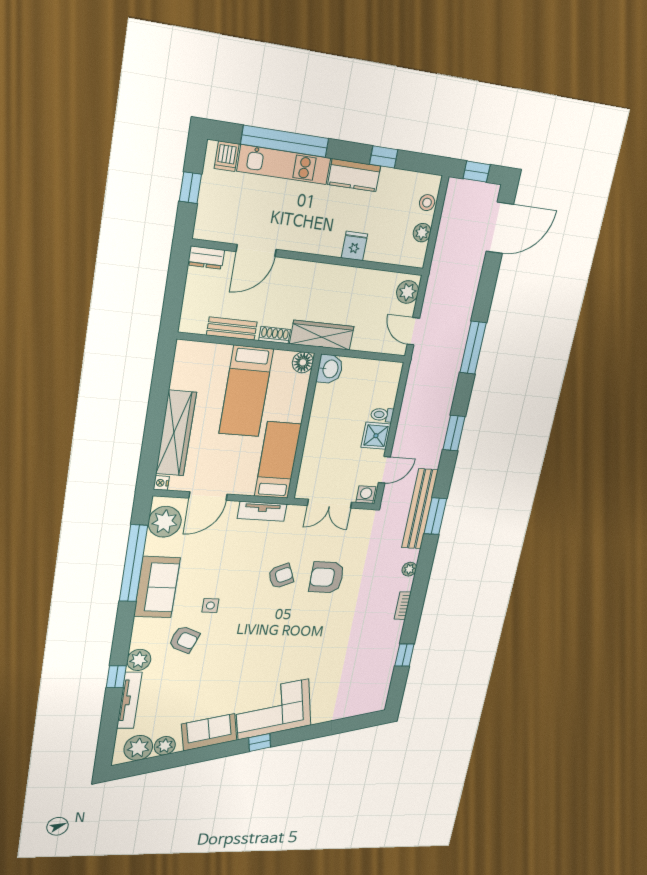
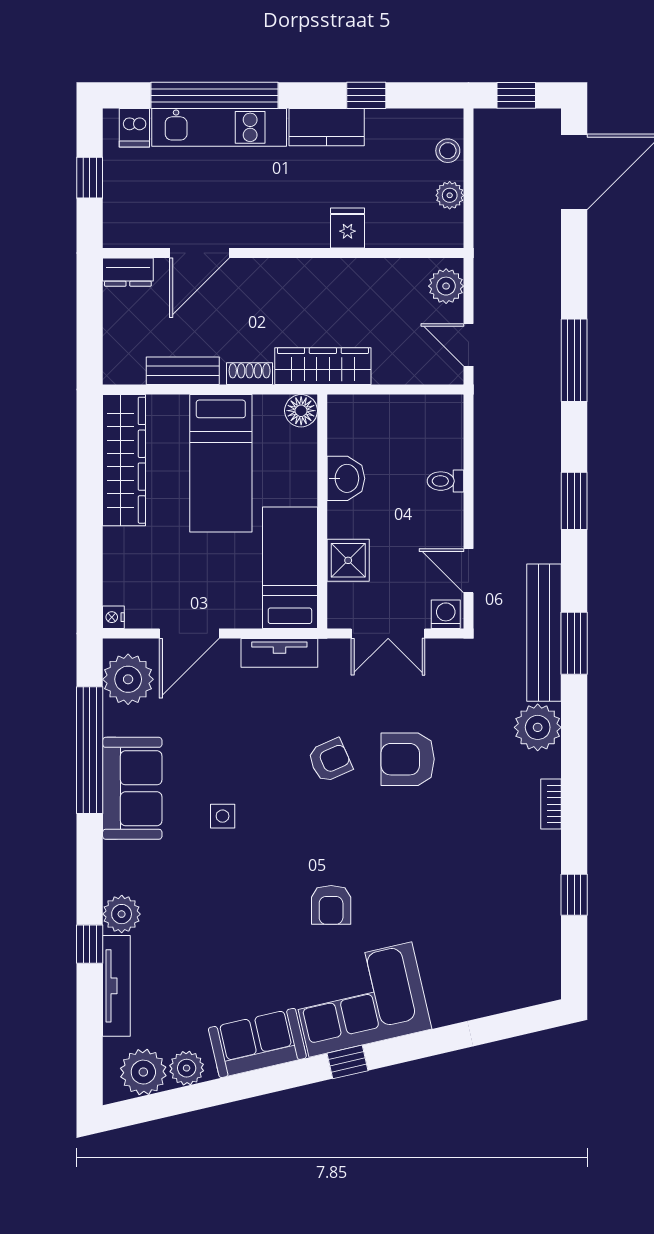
washbasin: (330, 369) -> (346, 478), moved
wardrobe: (176, 433) -> (124, 460), moved
shower: (376, 436) -> (348, 560), moved
door: (384, 470) -> (468, 571), swing flipped
plant: (409, 569) -> (538, 727), width x1.88, depth x1.88
armchair: (184, 639) -> (331, 905), moved, turned 69

